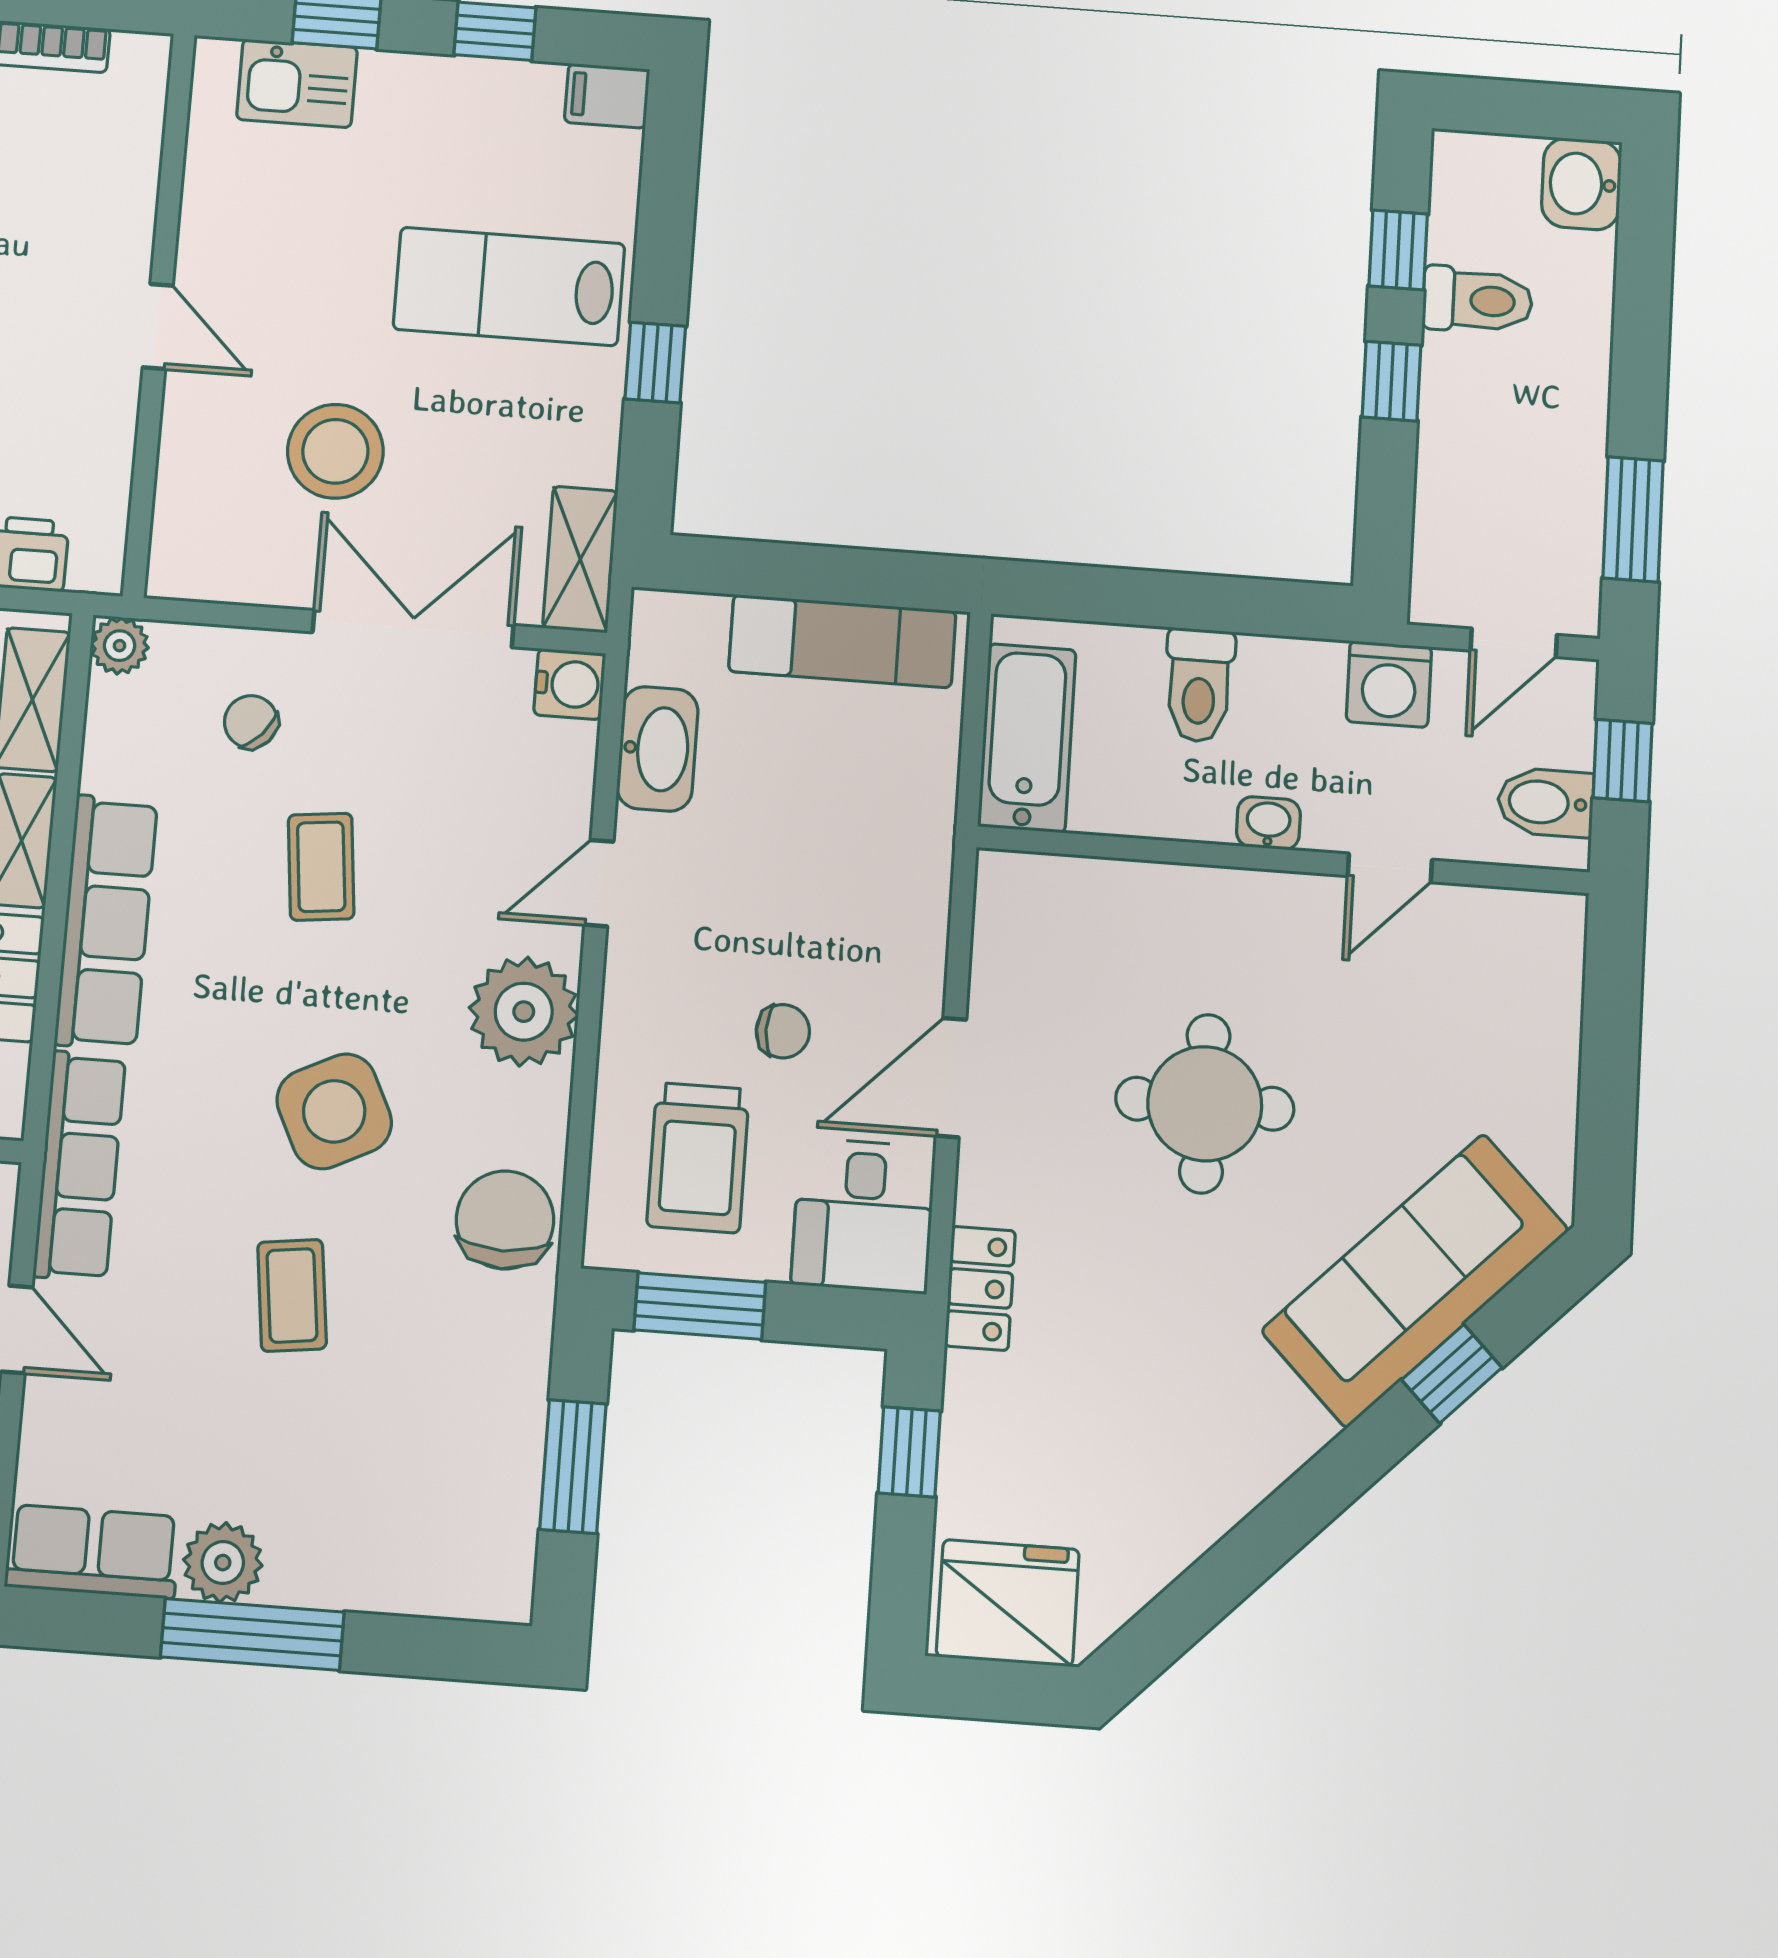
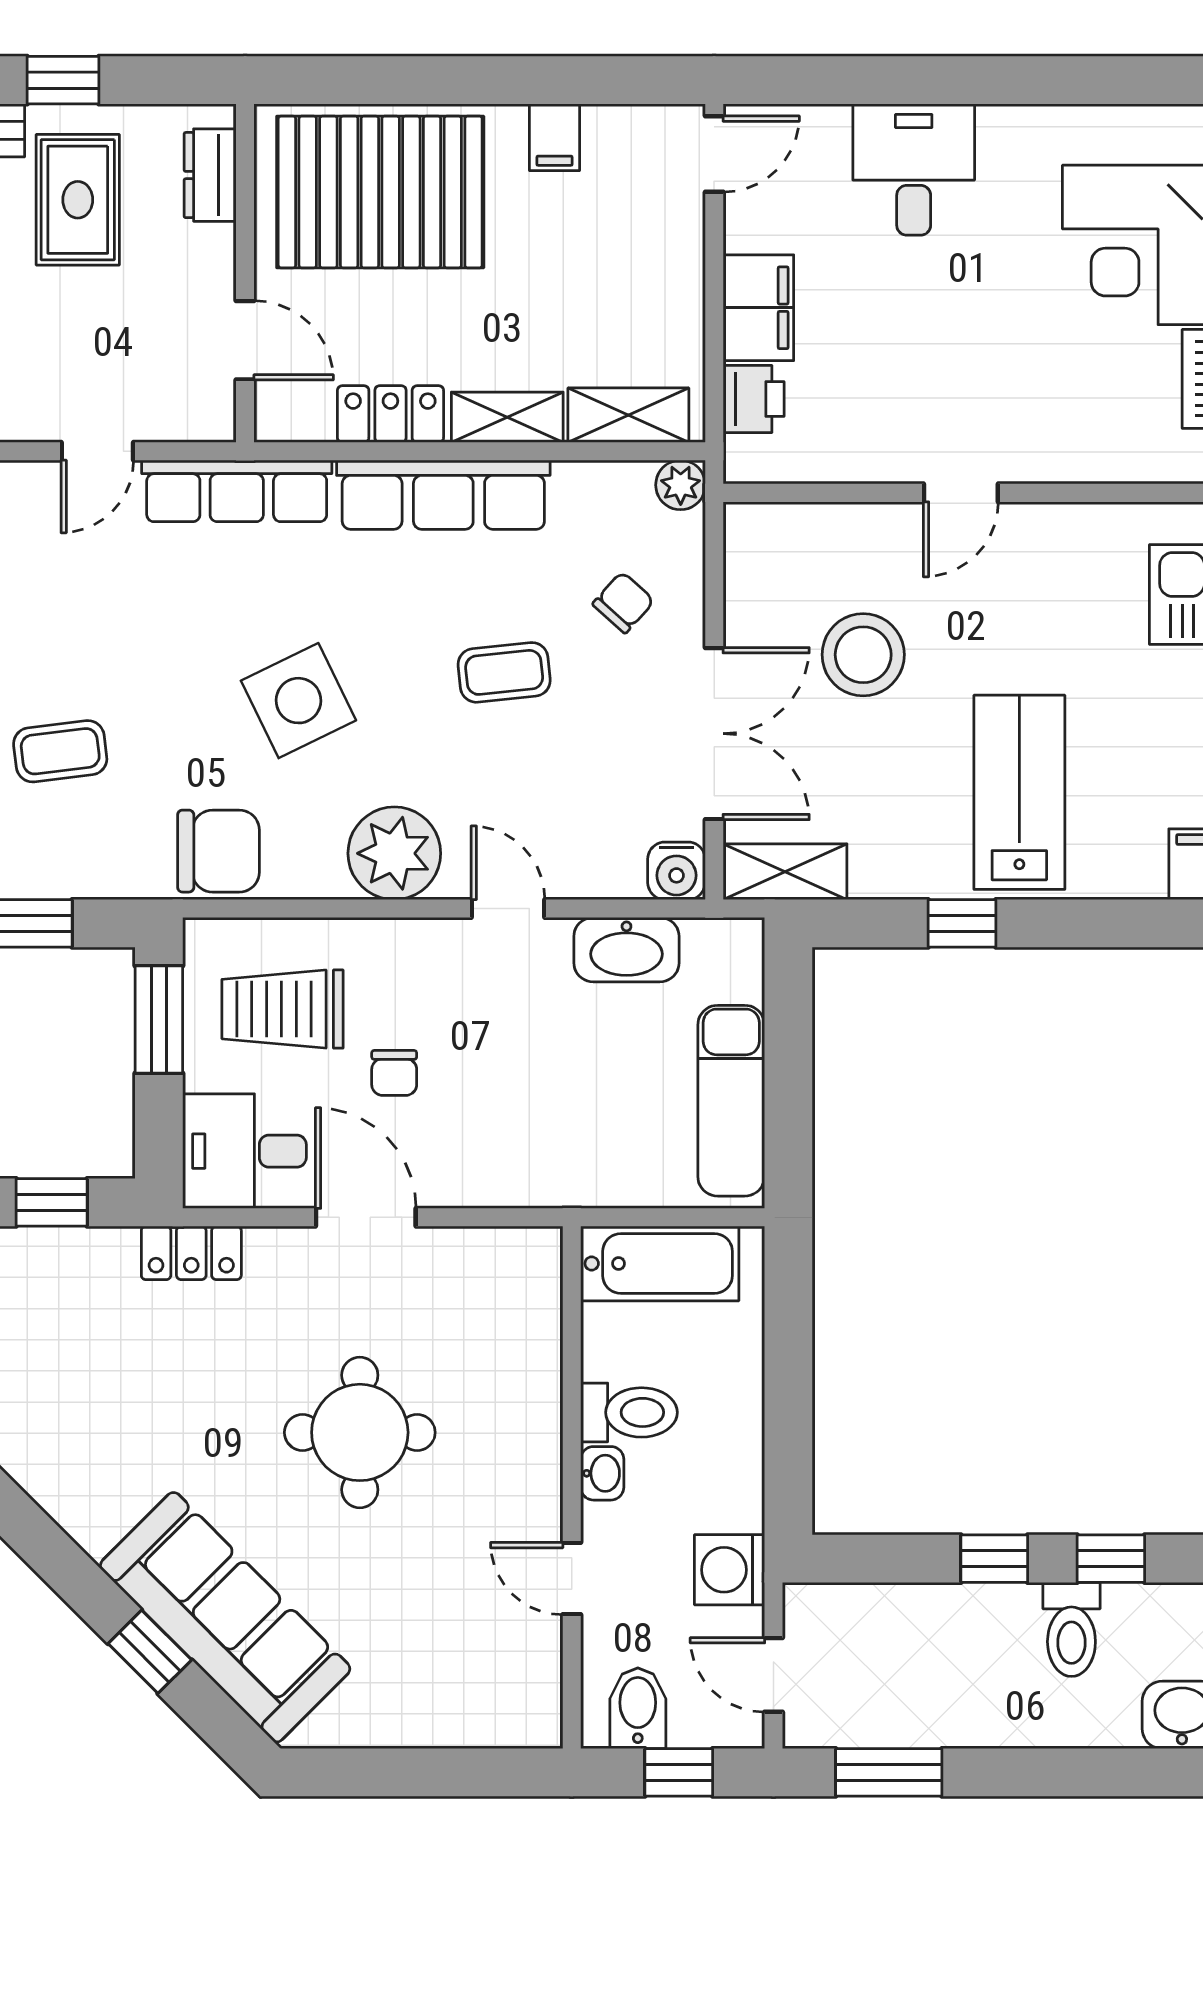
toilet: (1199, 685) -> (629, 1412), moved, turned 180
coffee table: (292, 1295) -> (60, 751), moved

